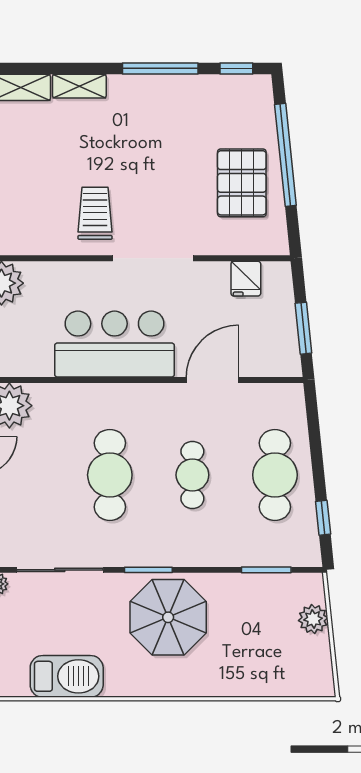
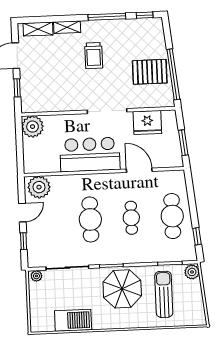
window: (285, 155) -> (173, 74), moved
pallet: (242, 183) -> (150, 72), turned 90
trolley: (95, 213) -> (94, 56), moved, turned 180
fridge: (246, 279) -> (147, 122), width x1.88, depth x1.34
door: (212, 380) -> (139, 170), hinge flipped
plant: (313, 619) -> (192, 272), moved
sun lounger: (251, 632) -> (164, 294), added

